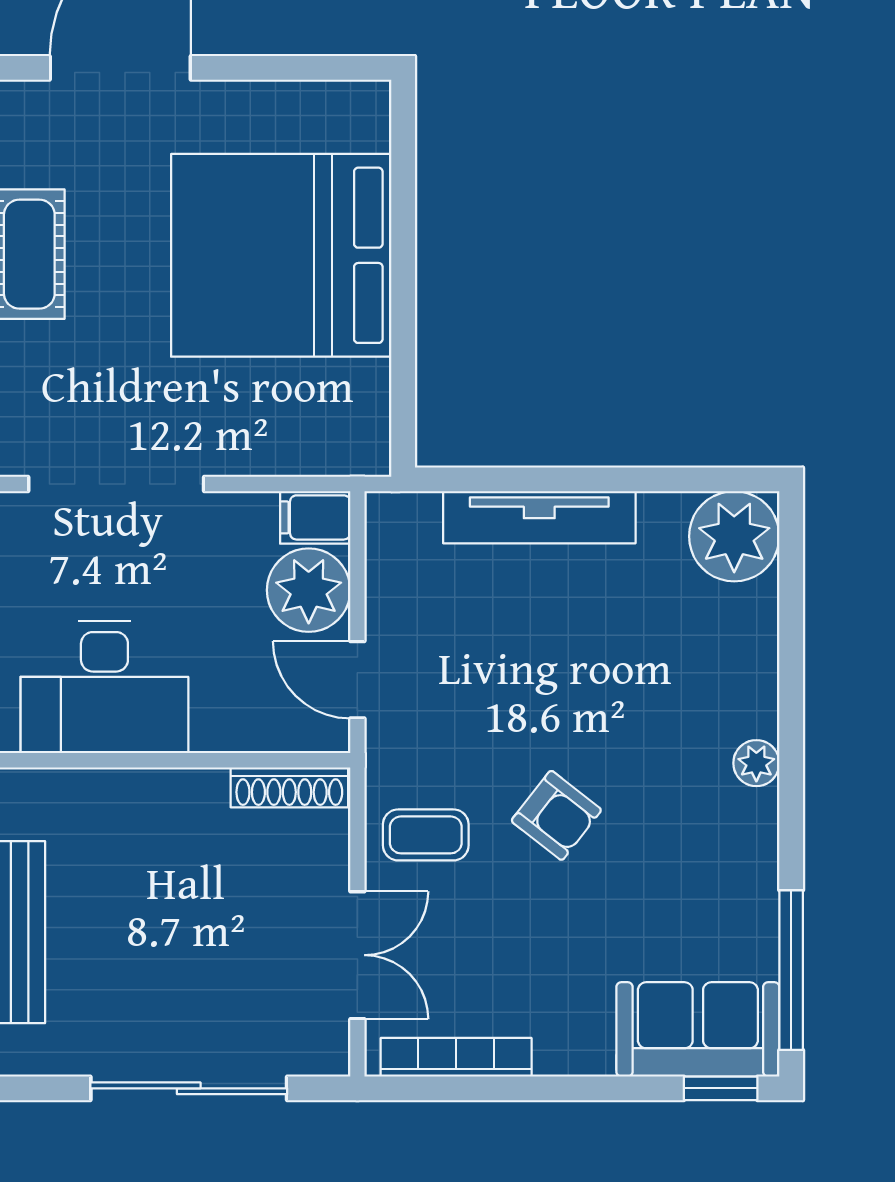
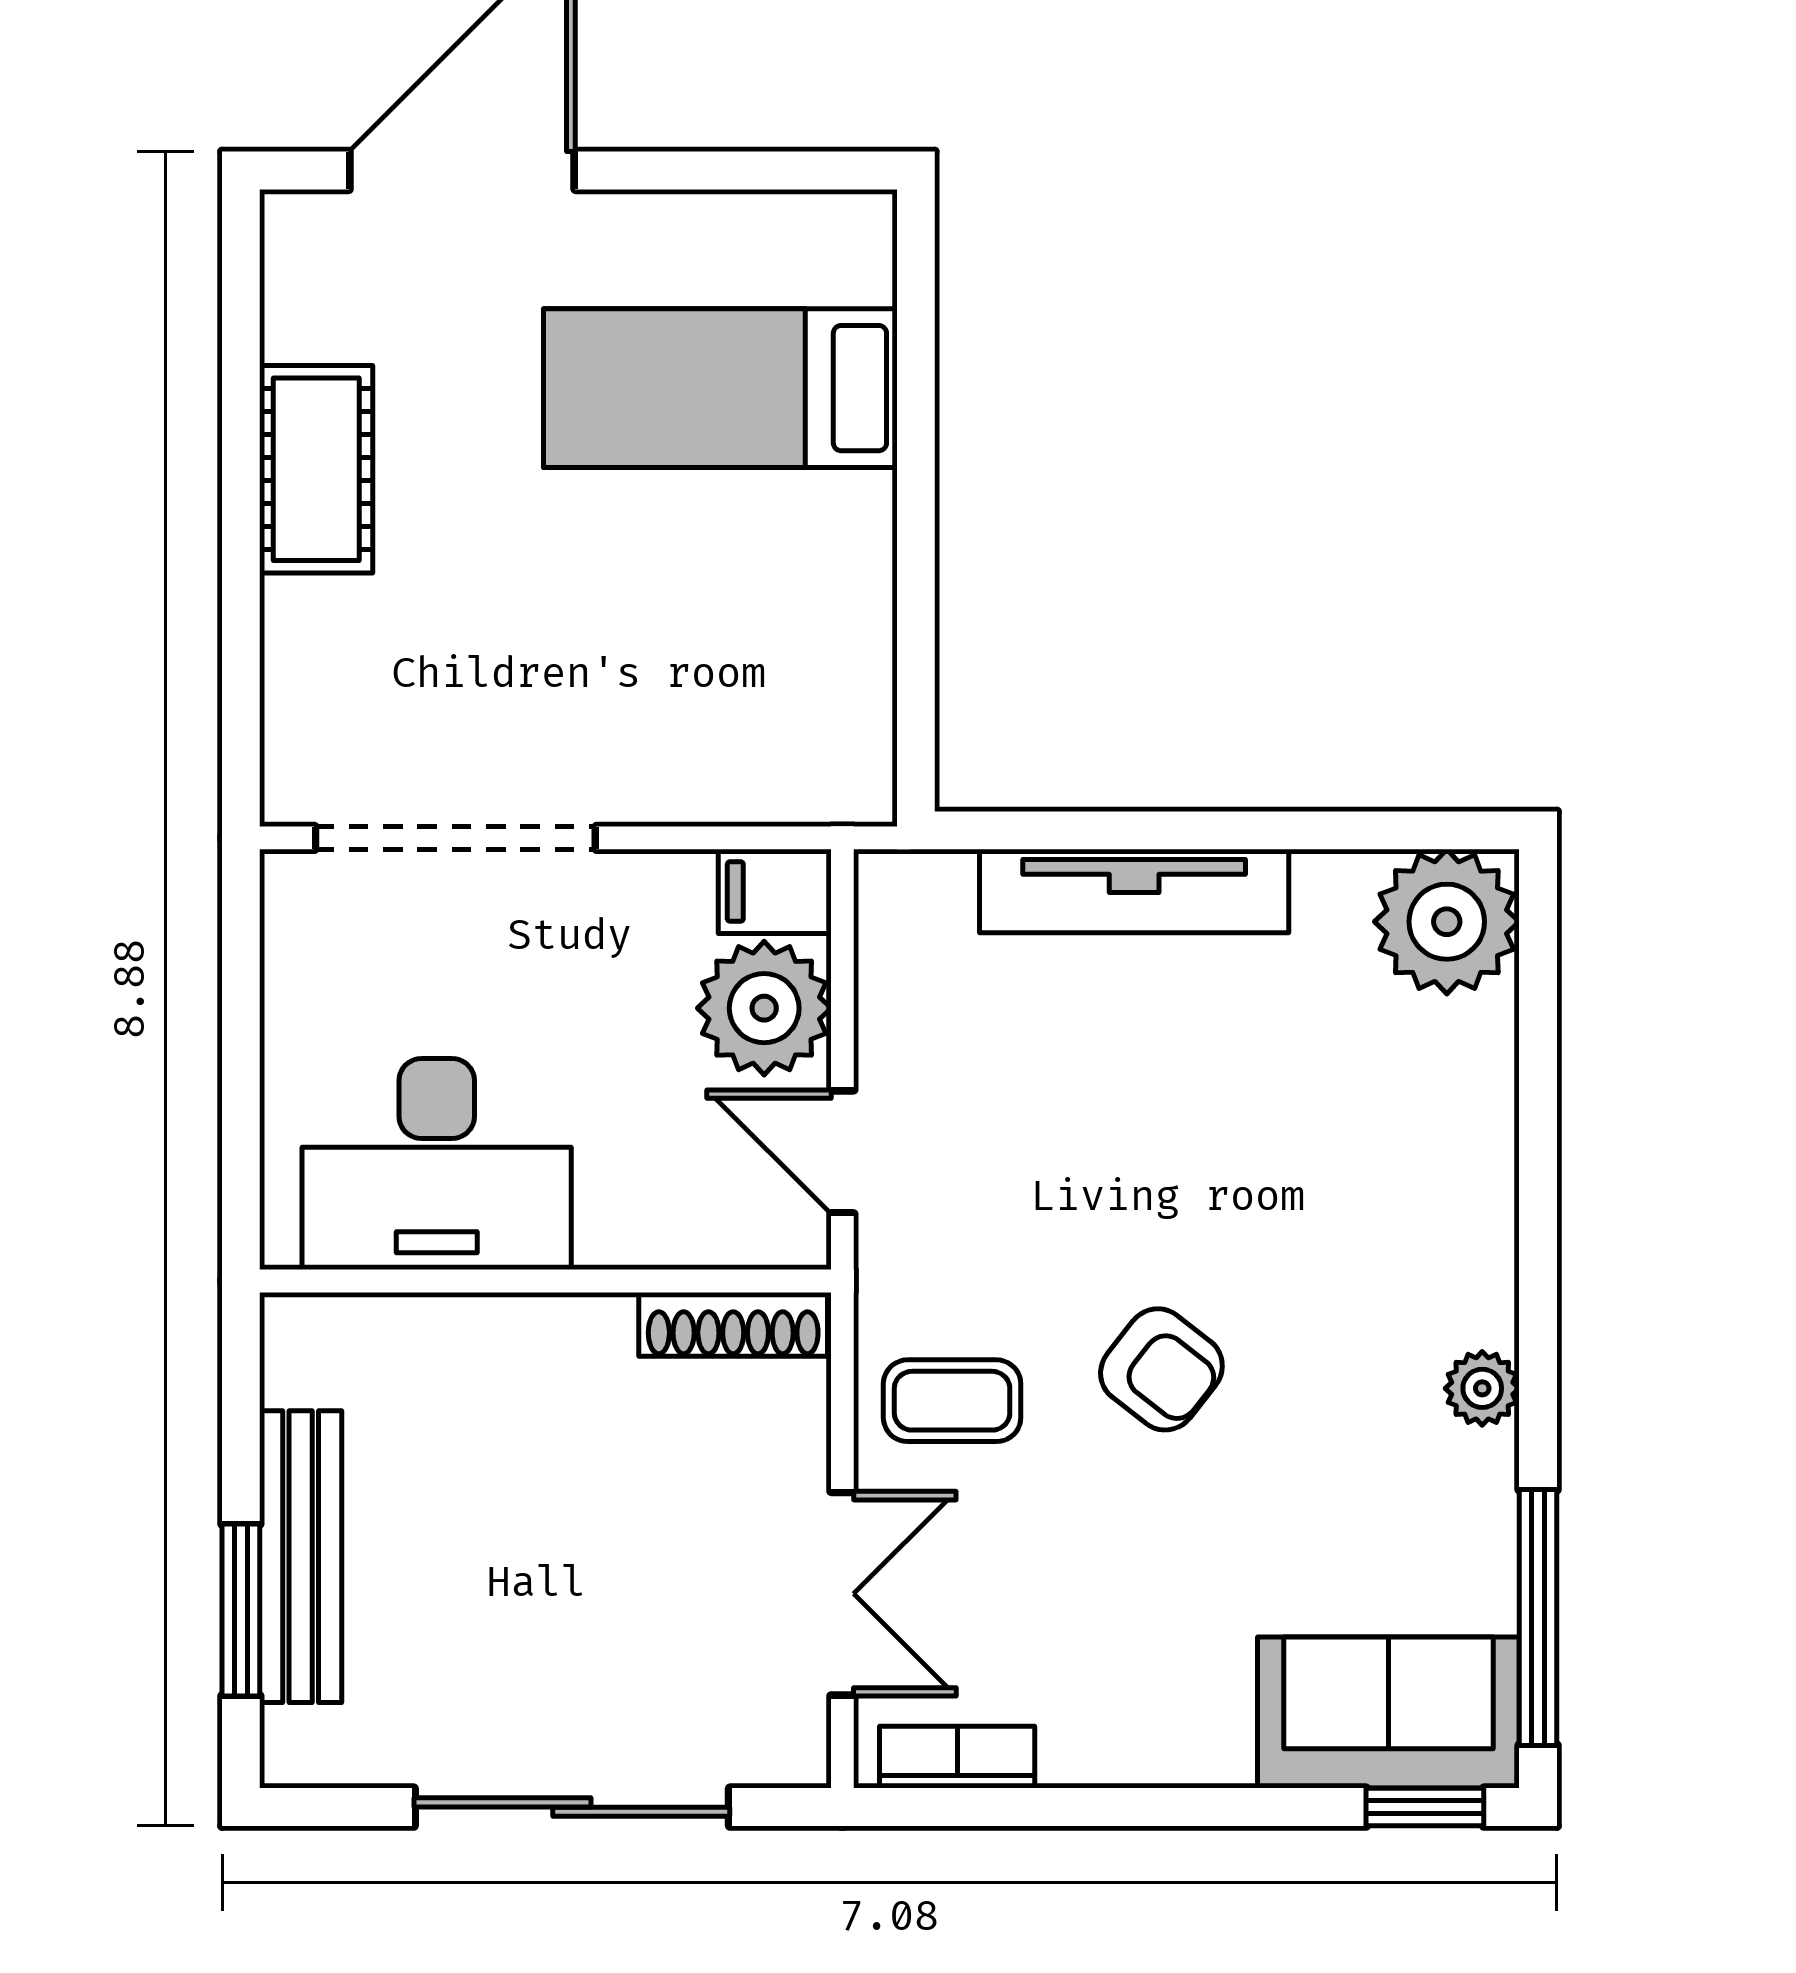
bed: (281, 255) -> (720, 388), width x0.49
plant: (756, 763) -> (1482, 1388), moved
bookcase: (456, 1057) -> (957, 1757), width x0.64

